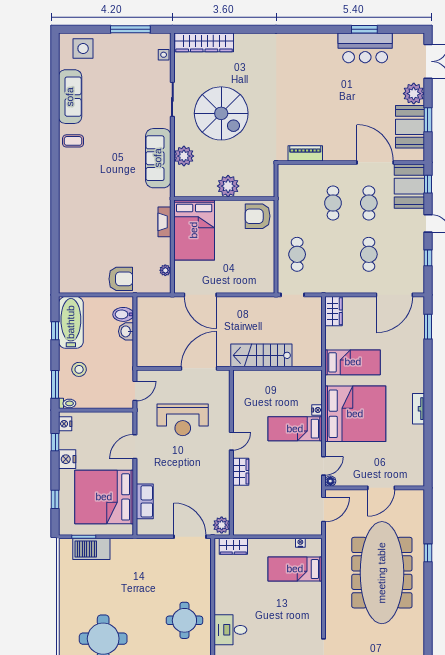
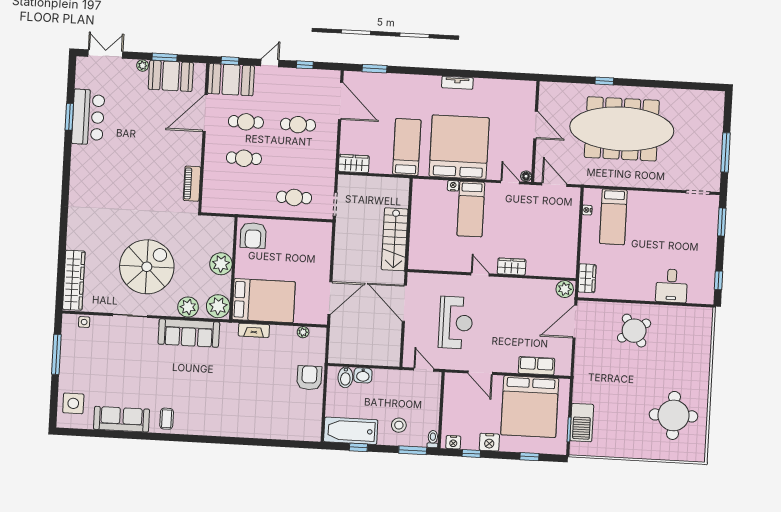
plant: (414, 94) -> (143, 66), width x0.53, depth x0.53
plant: (186, 186) -> (218, 306), added
round table: (184, 620) -> (634, 331), moved, turned -34

